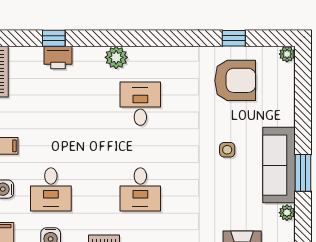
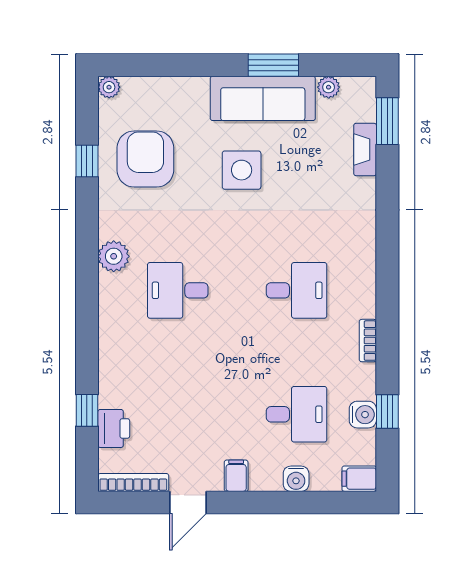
printer: (58, 57) -> (114, 428), moved
plant: (116, 57) -> (114, 256), moved
side table: (227, 150) -> (242, 170), width x1.87, depth x1.87

